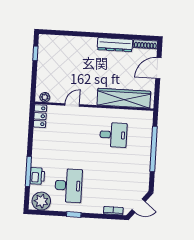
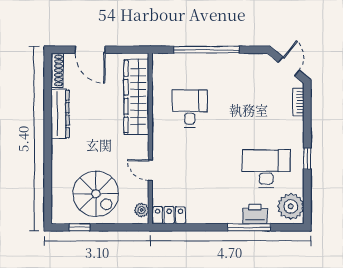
spiral stairs: (58, 66) -> (96, 194), added

